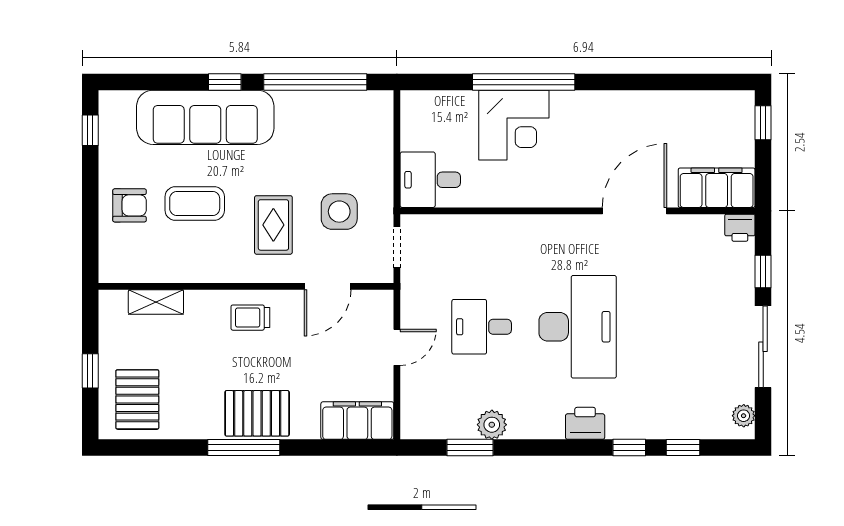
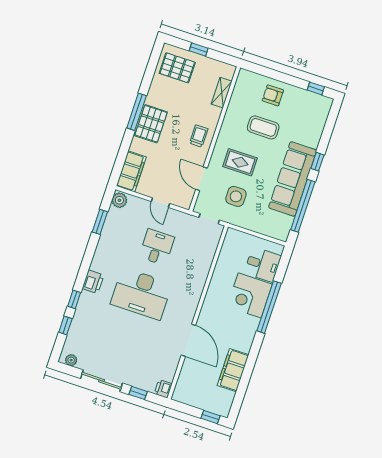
sofa: (205, 117) -> (293, 179), moved
desk: (430, 180) -> (263, 265), moved, turned 90
filing cabinet: (717, 188) -> (233, 370), moved, turned 180
coffee table: (195, 204) -> (263, 127), turned 90
armchair: (130, 205) -> (273, 95), turned 90
plant: (492, 425) -> (119, 200), moved

